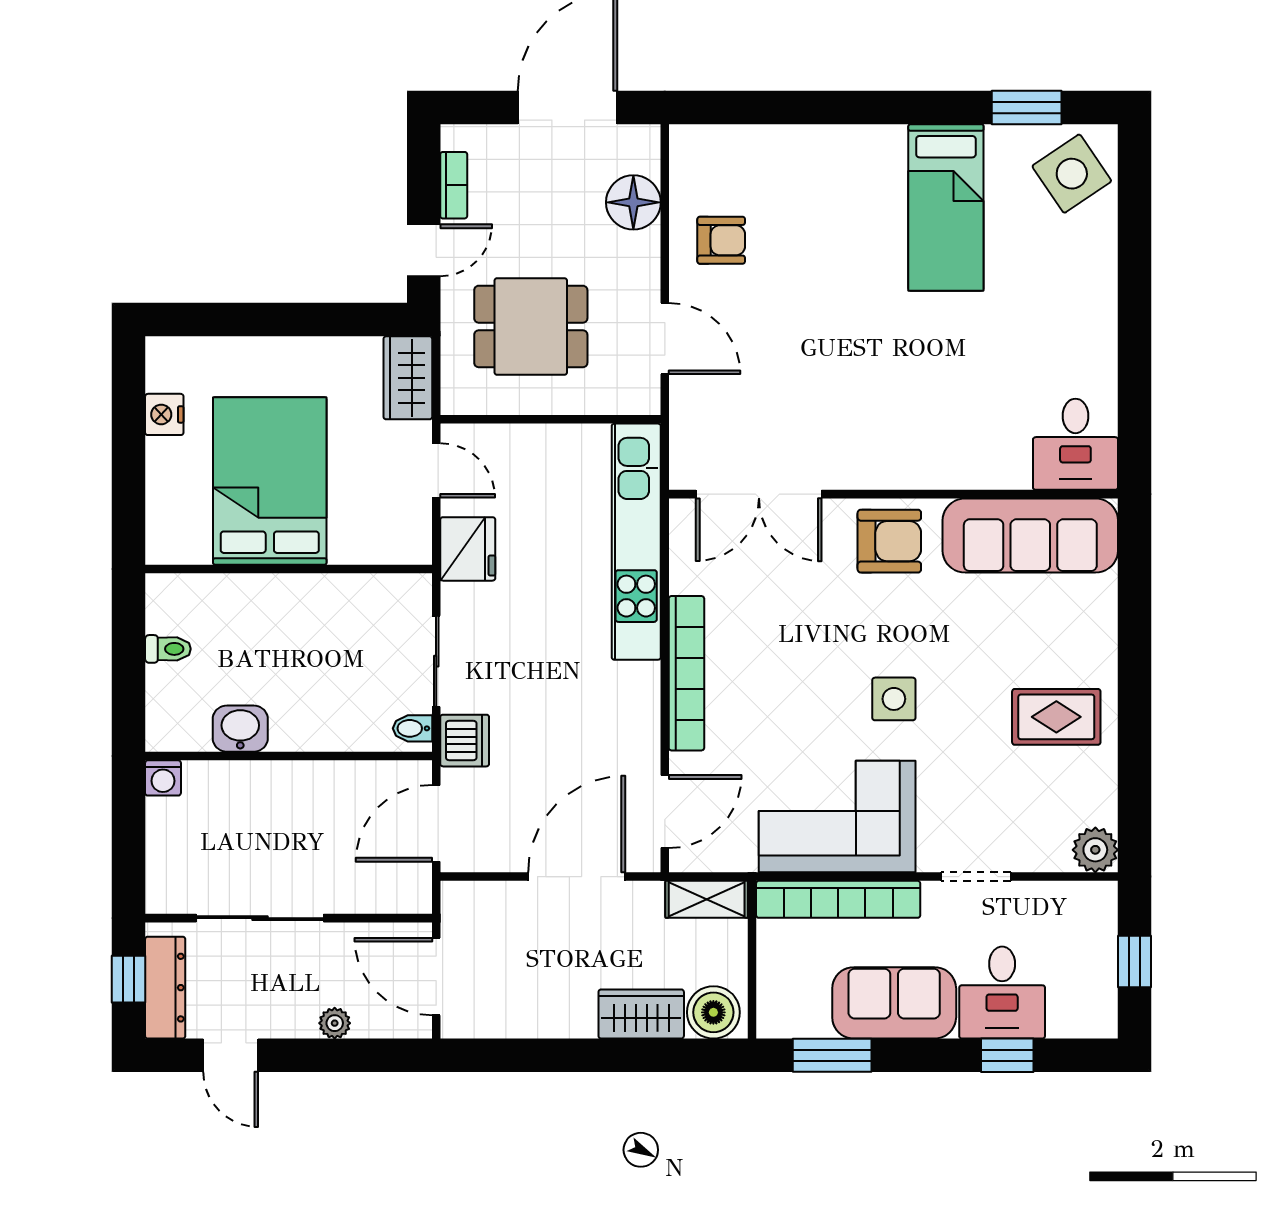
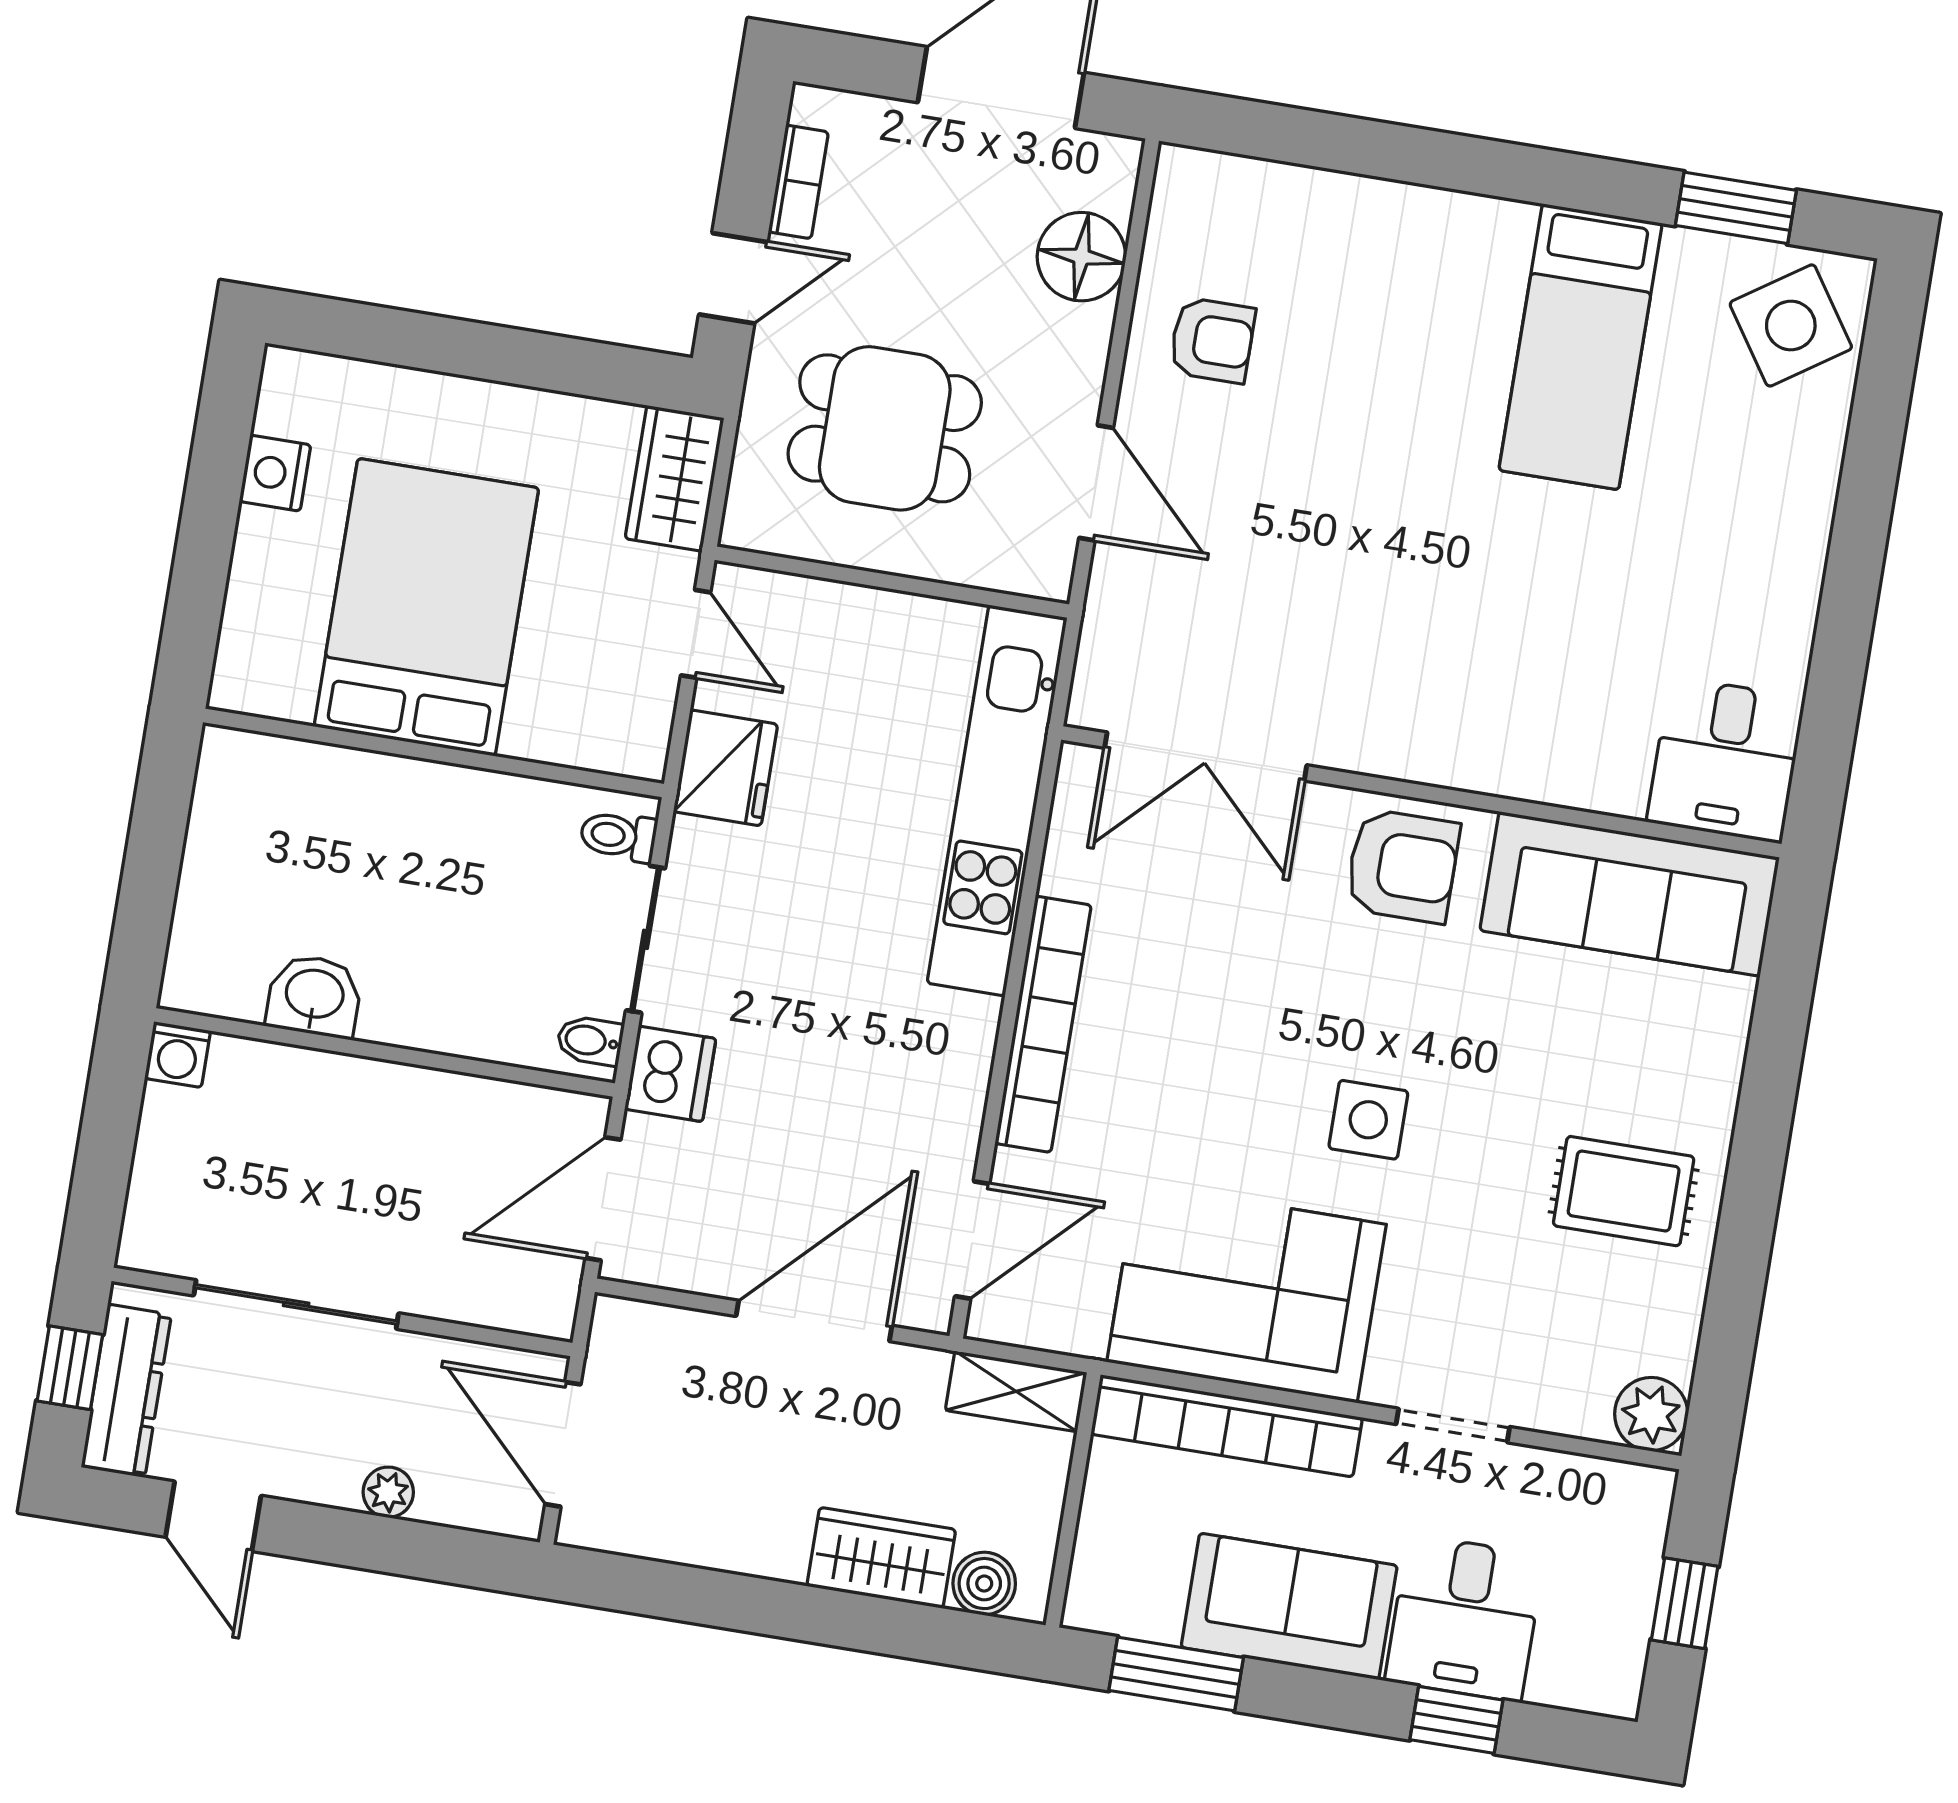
toilet: (168, 649) -> (618, 836), moved, turned 180
boiler: (713, 1012) -> (984, 1584), width x0.73, depth x0.73

